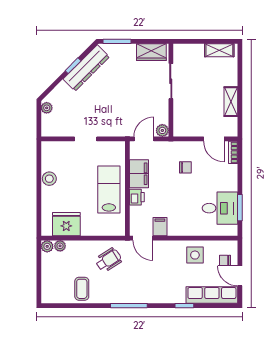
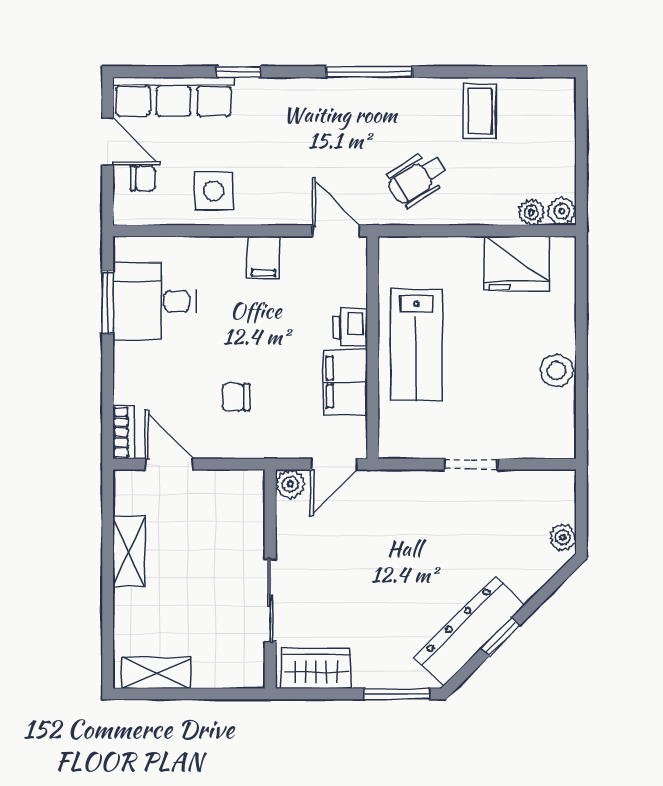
filing cabinet: (160, 227) -> (263, 258), moved

